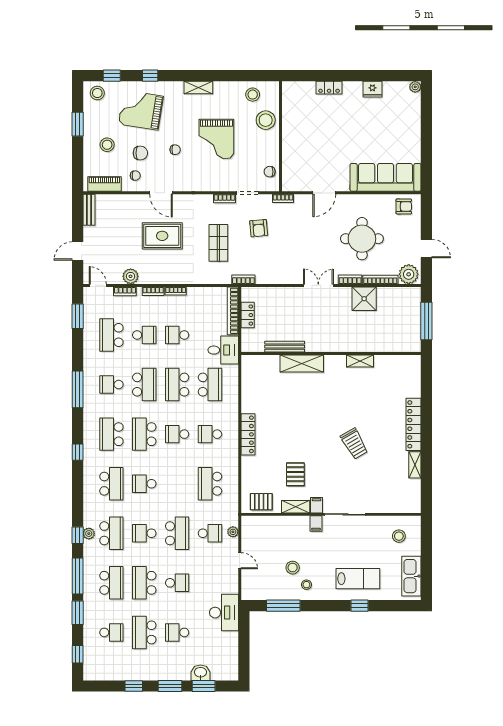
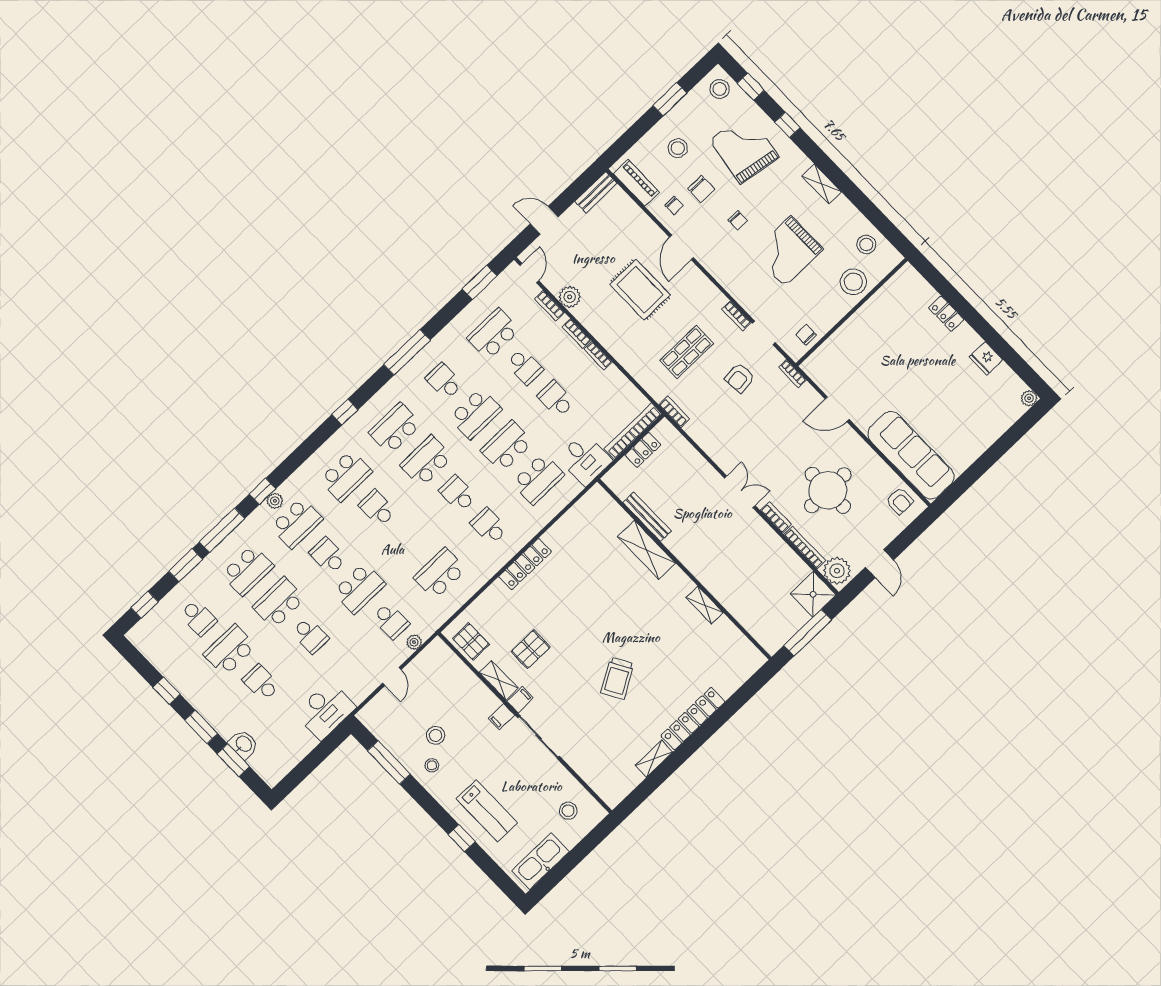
shower: (364, 299) -> (813, 594), moved

